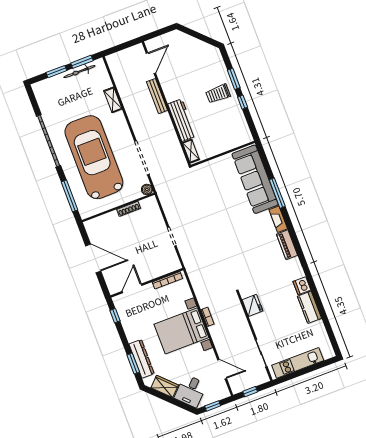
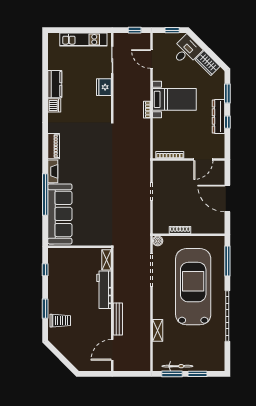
trolley: (218, 94) -> (60, 321), moved
window: (243, 102) -> (45, 270), moved
car: (94, 157) -> (193, 287), turned 180
window: (277, 193) -> (45, 195), width x1.46
fridge: (252, 305) -> (104, 87), moved
window: (115, 316) -> (227, 122), moved
bed with nightstands: (181, 331) -> (174, 99), width x0.73
dresser: (142, 359) -> (218, 117), moved

